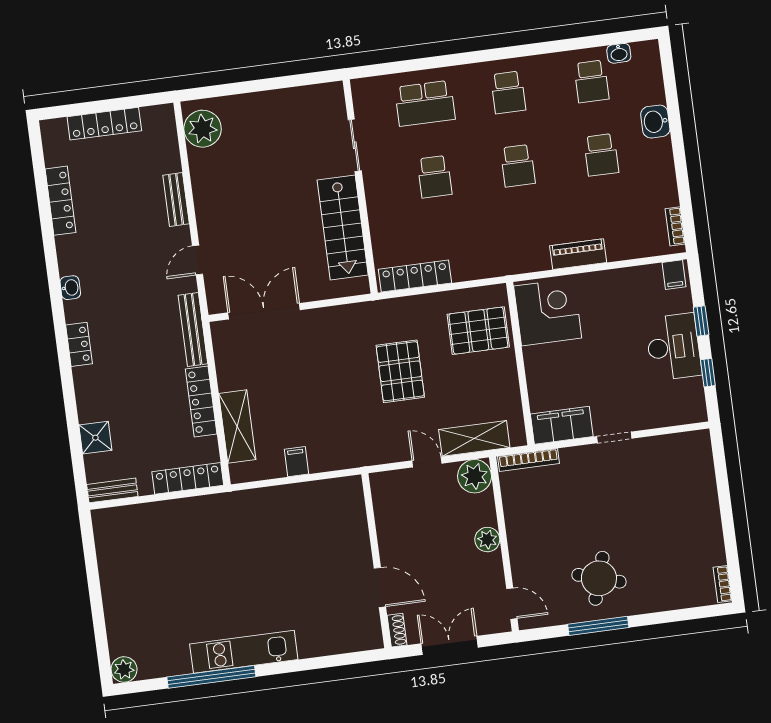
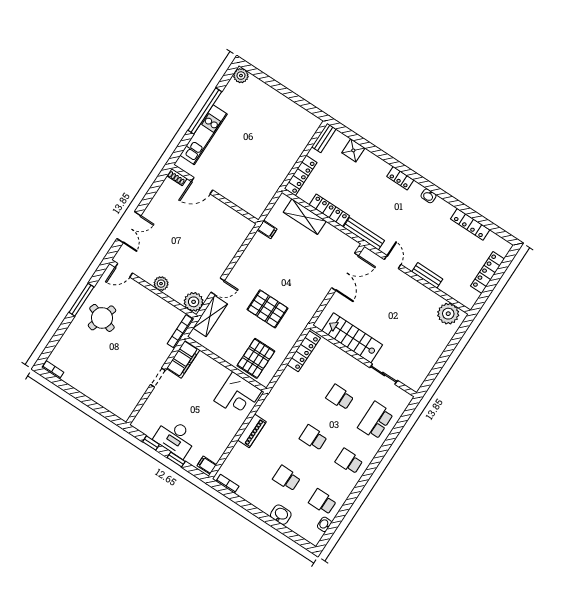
wall: (376, 561) -> (215, 194), moved
door: (380, 587) -> (202, 186), moved
shoe rack: (397, 630) -> (177, 177), moved

